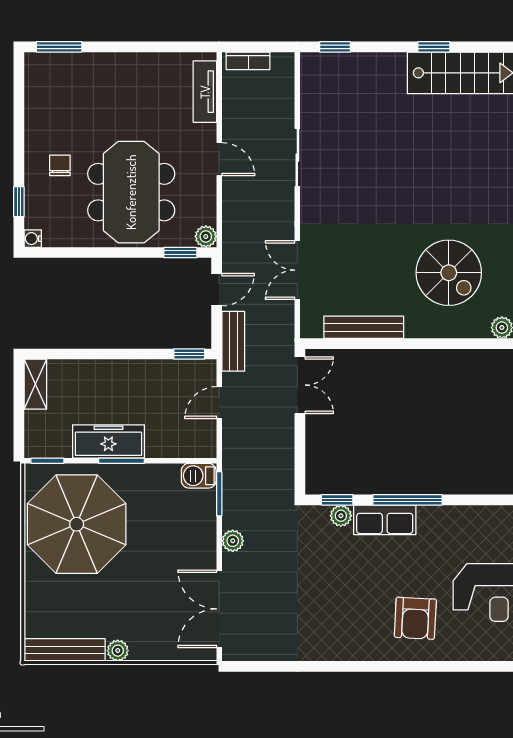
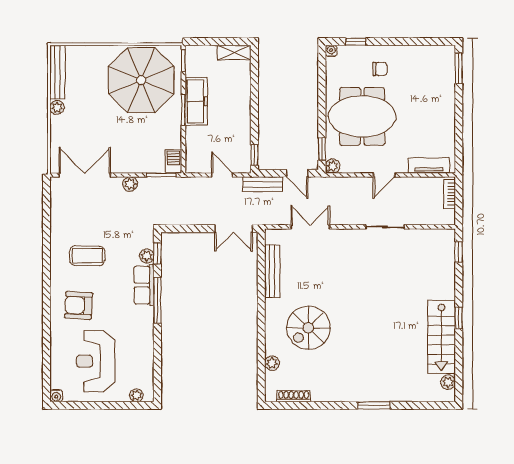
coffee table: (341, 605) -> (87, 256), added

